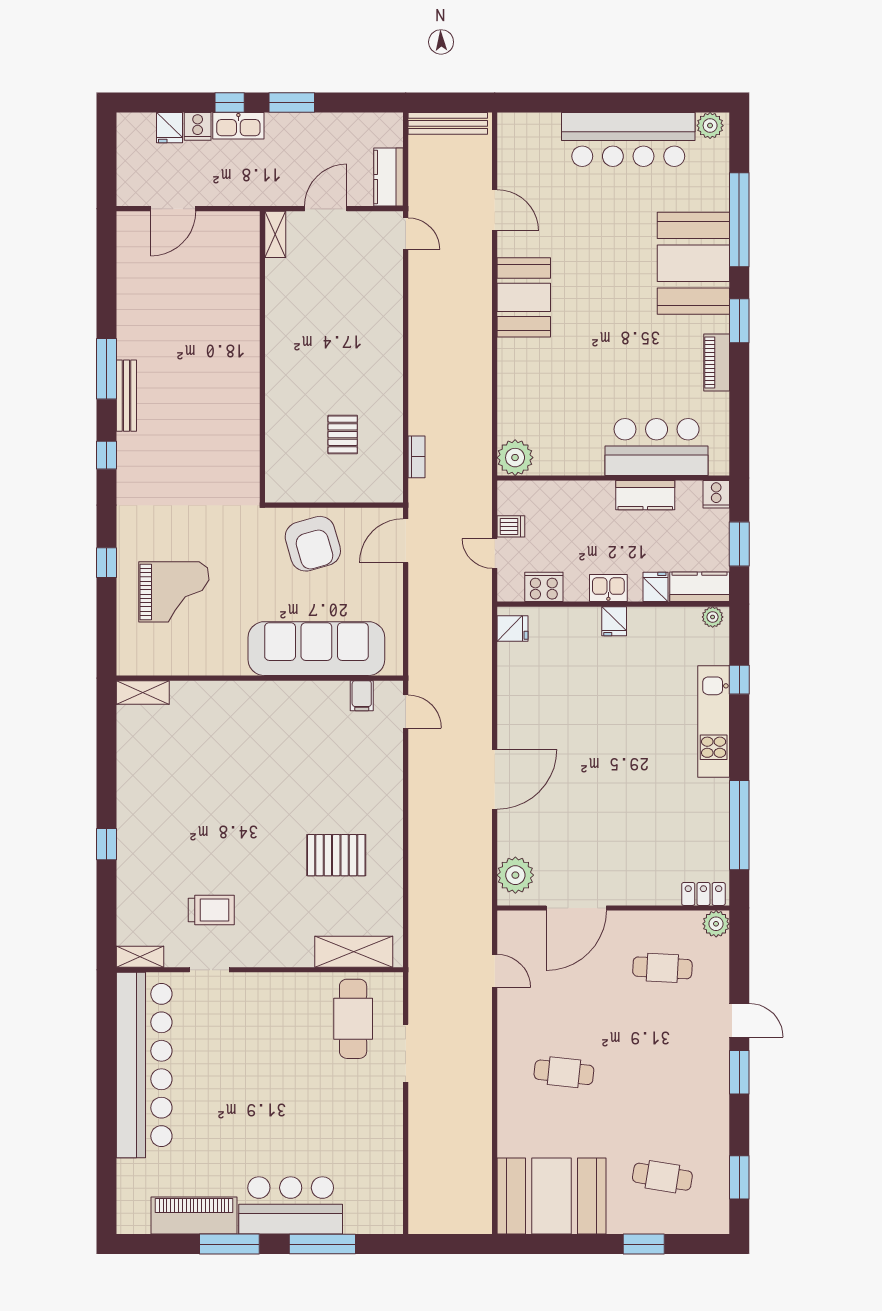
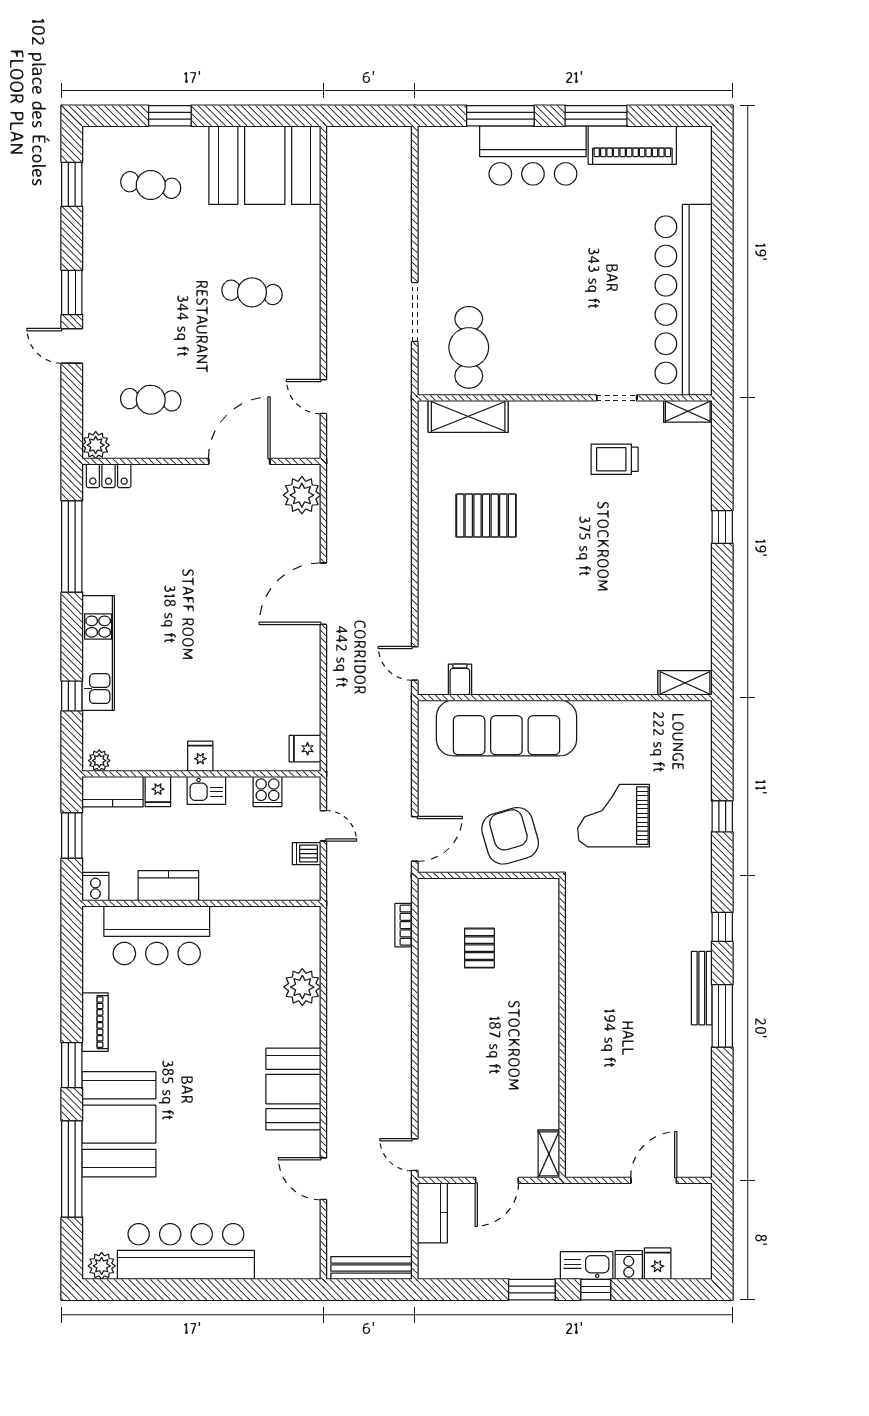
plant: (515, 458) -> (302, 987), moved
cooker: (544, 587) -> (267, 791), width x0.73
grand piano: (174, 592) -> (614, 816), moved

